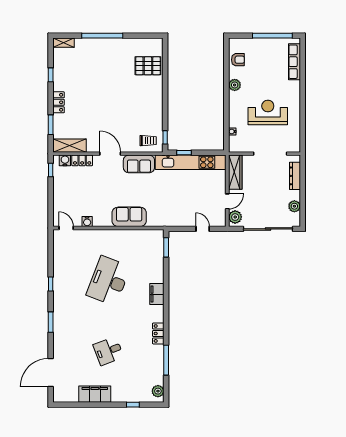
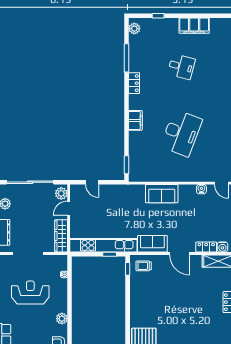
reception desk: (268, 112) -> (30, 293), turned 180
desk: (108, 351) -> (181, 67), turned 36

